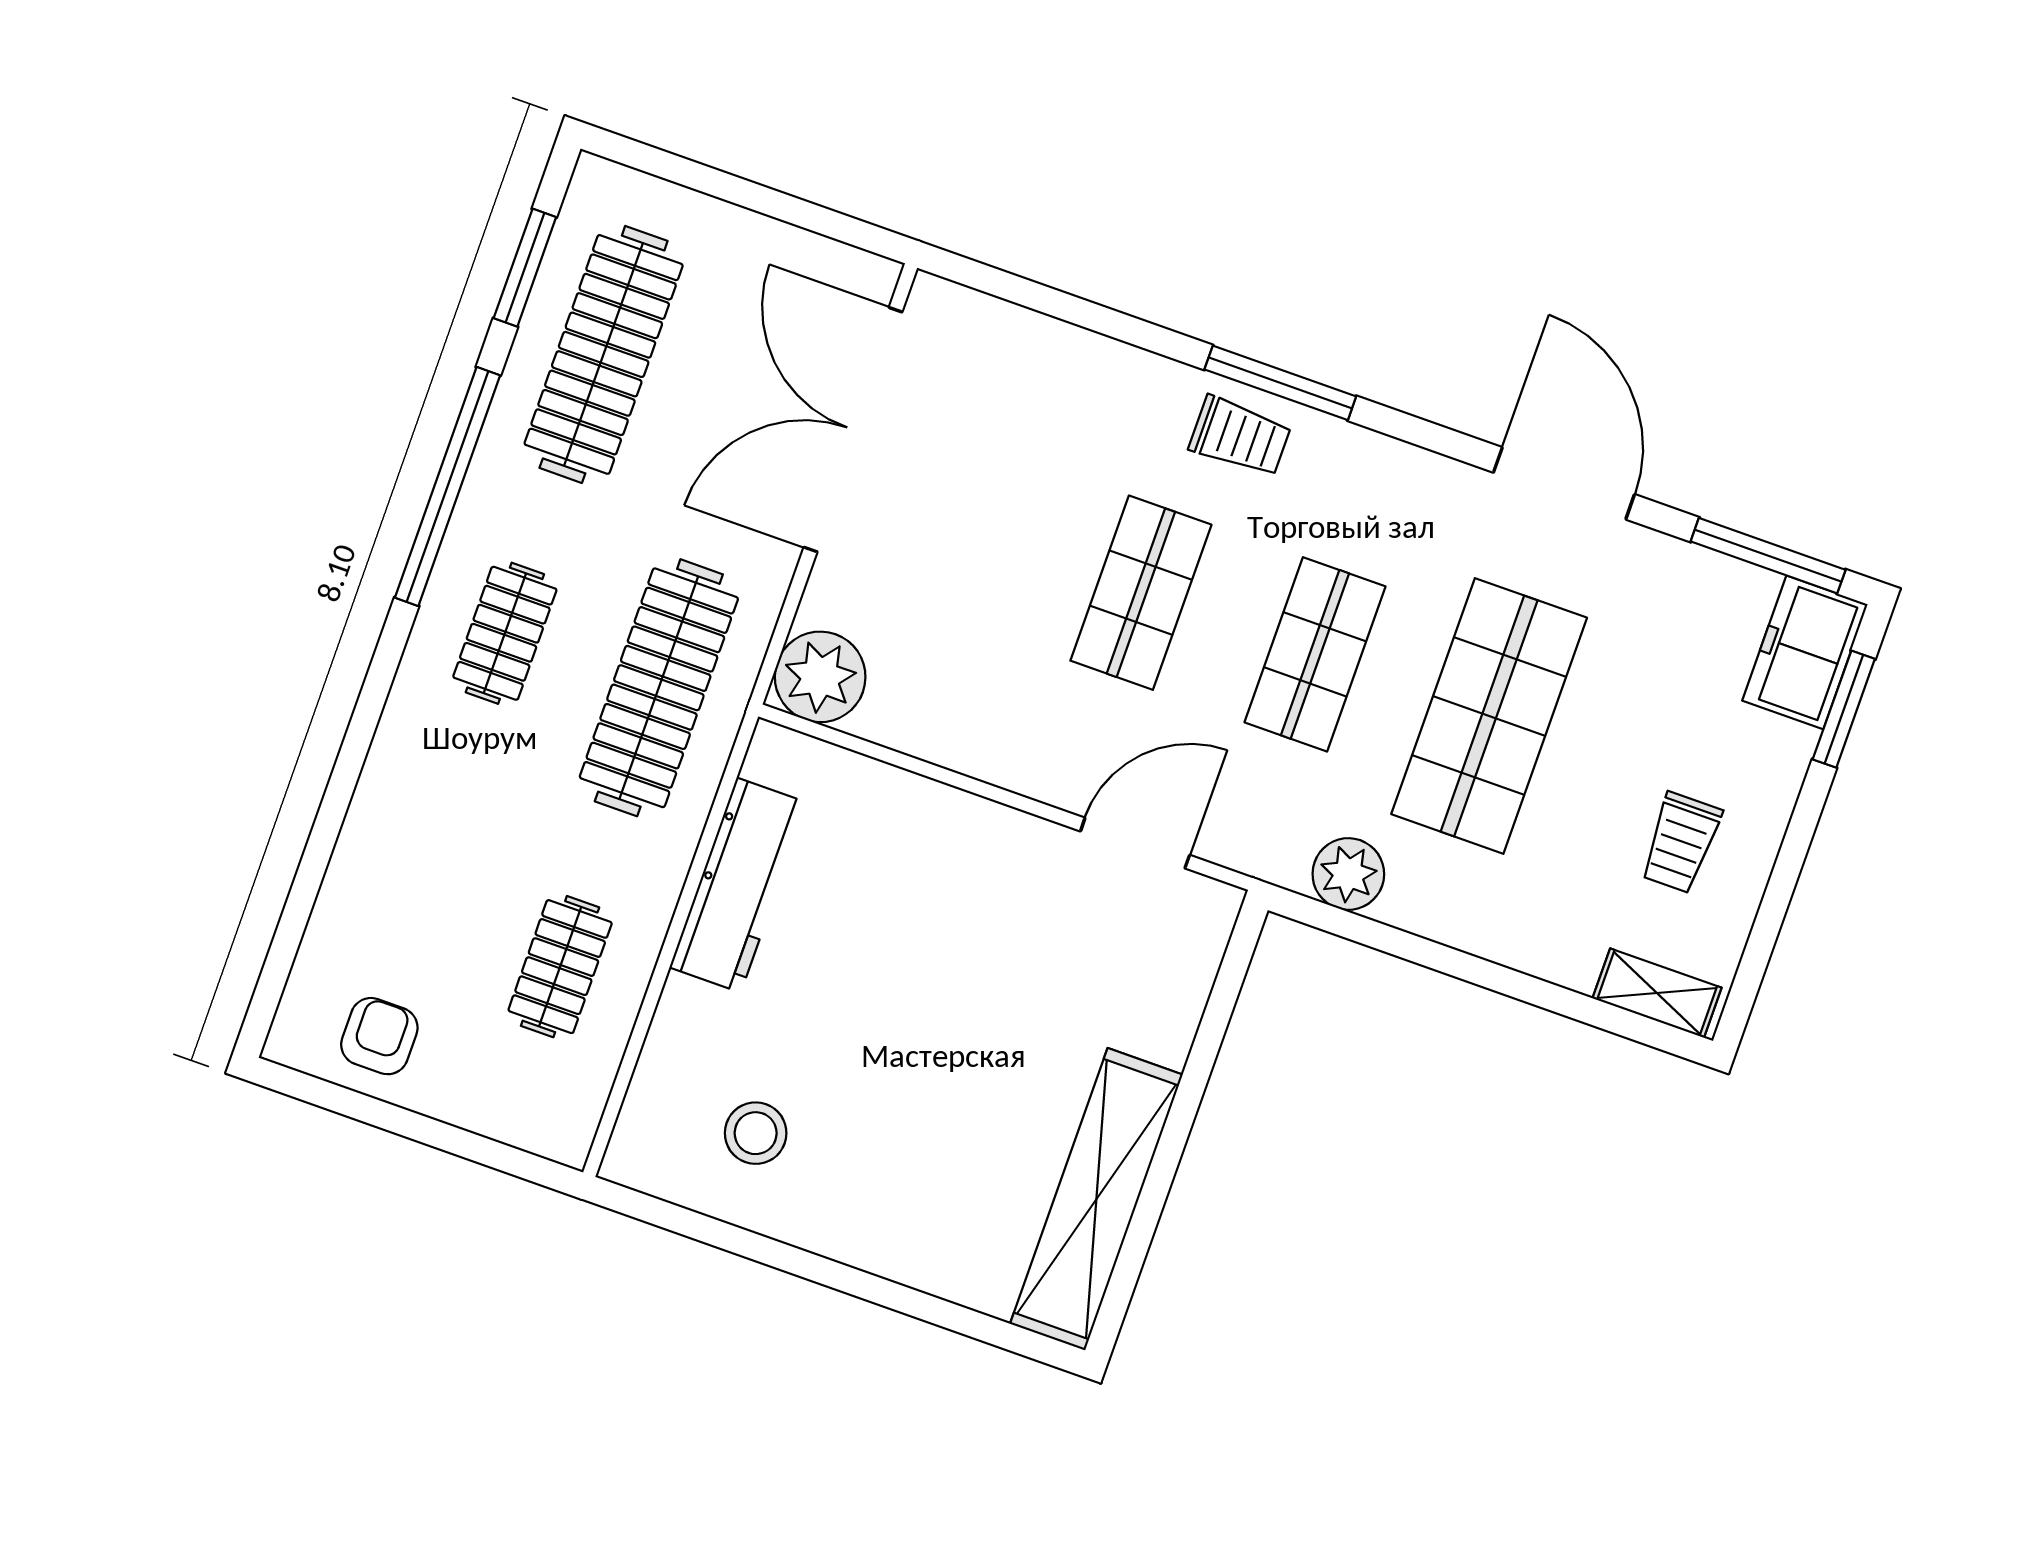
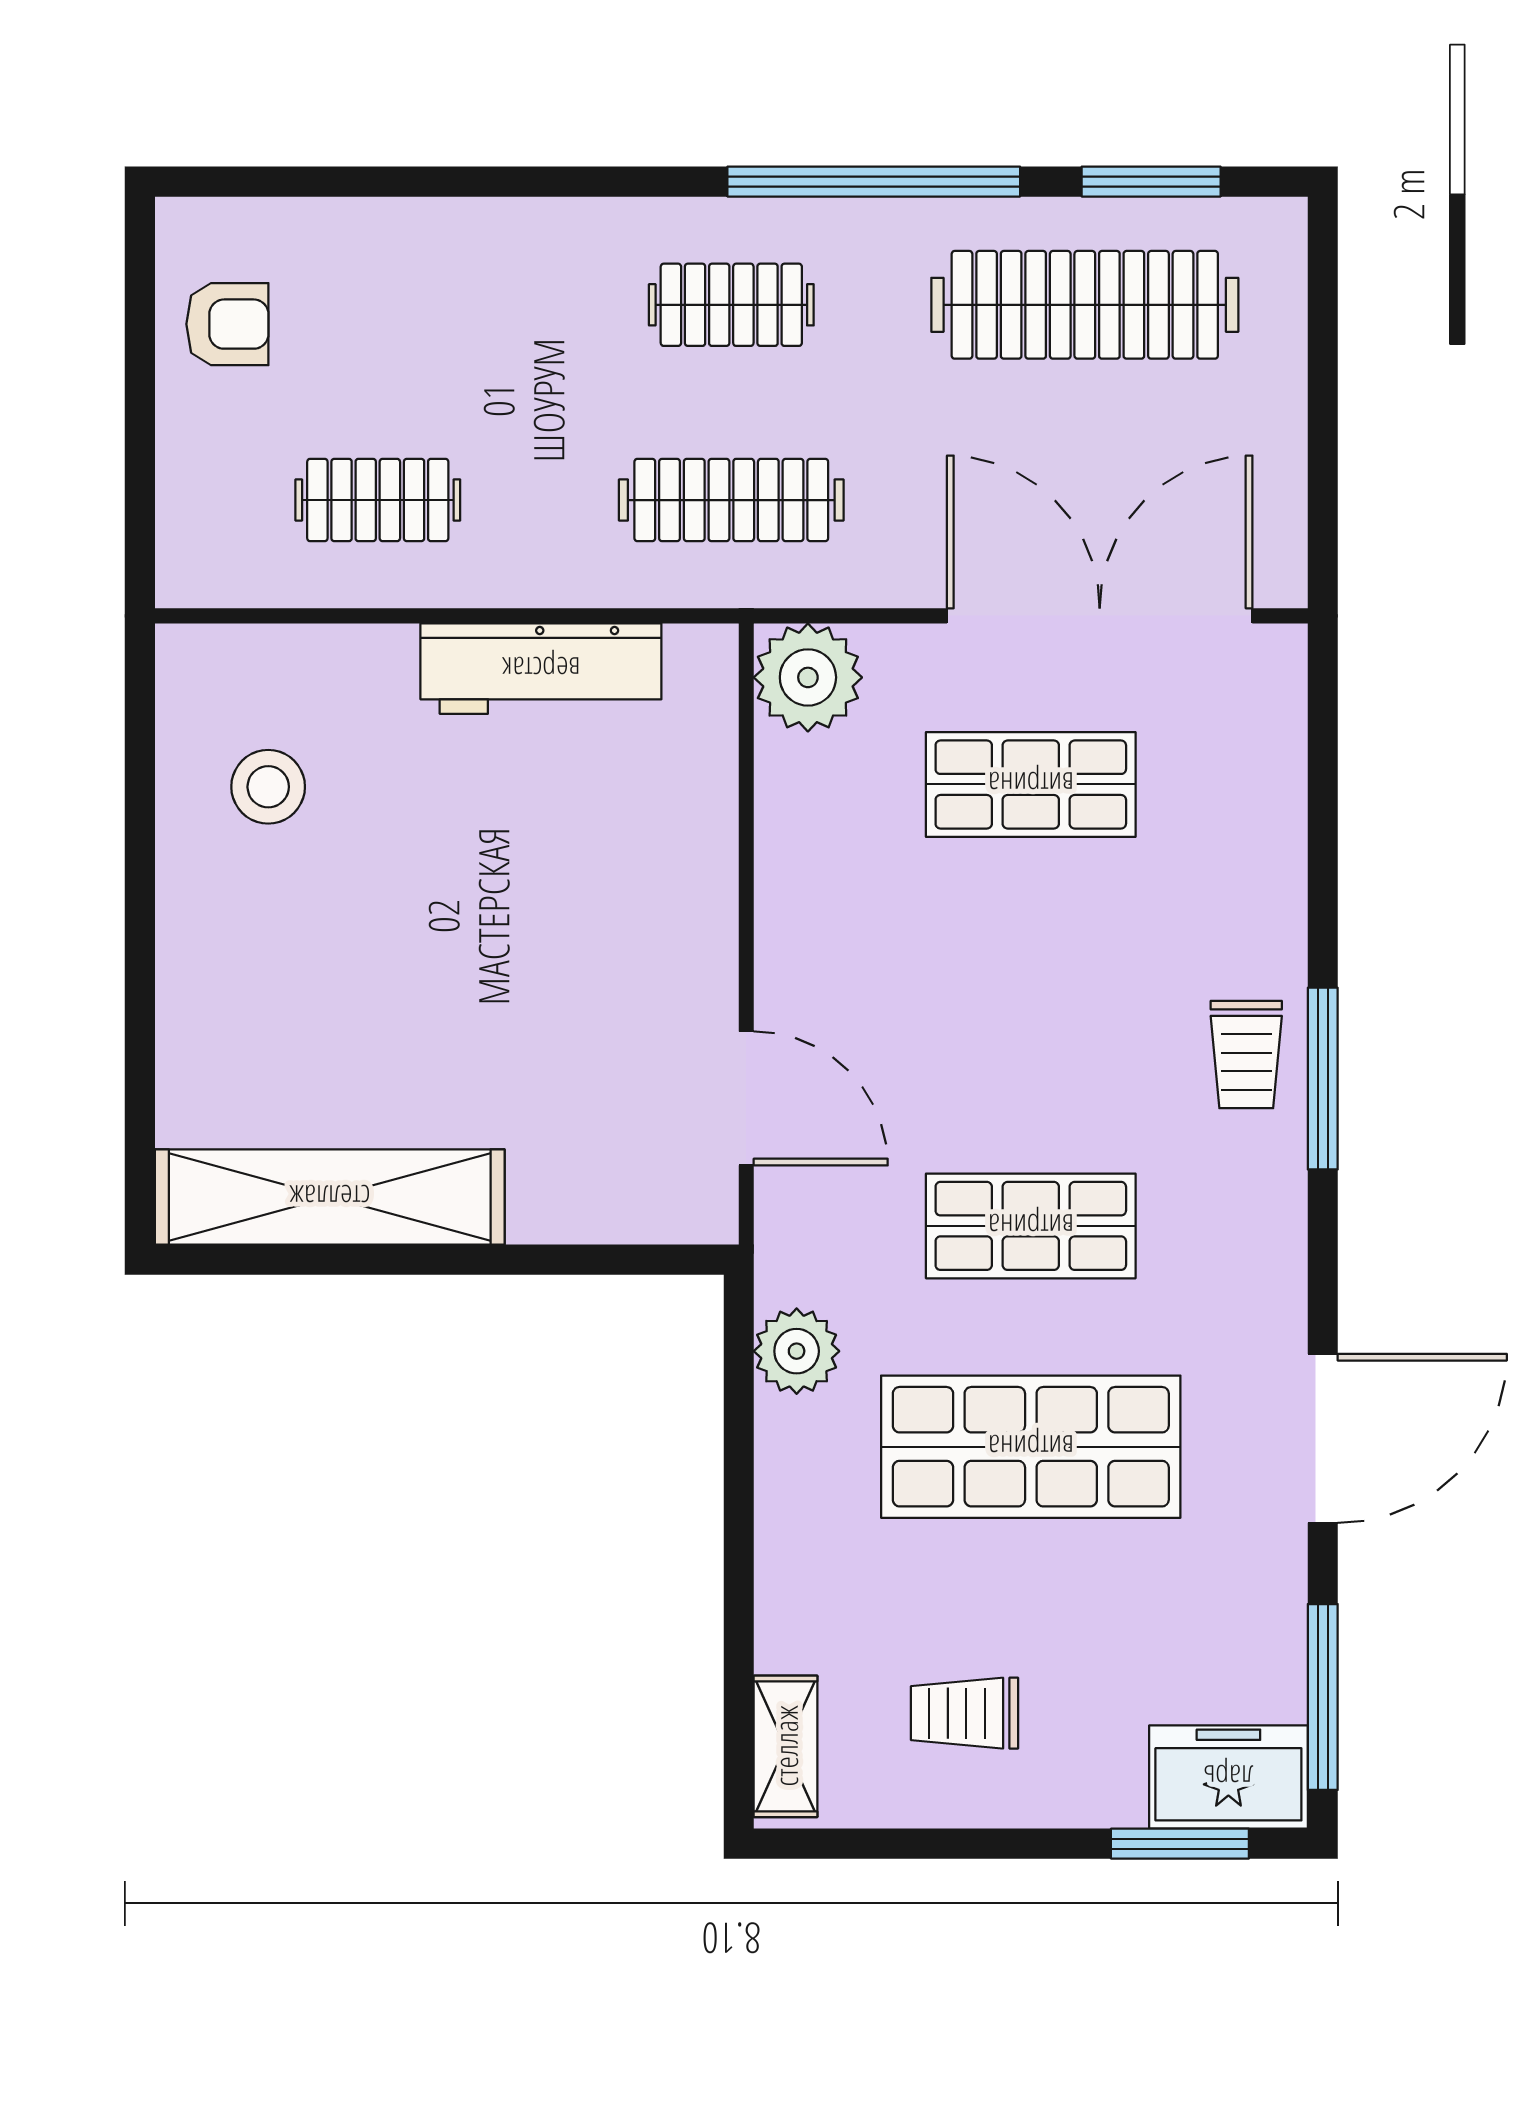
shop shelf: (1141, 593) -> (1031, 784), moved
clothes rail: (659, 688) -> (731, 500), width x0.73, depth x0.76

